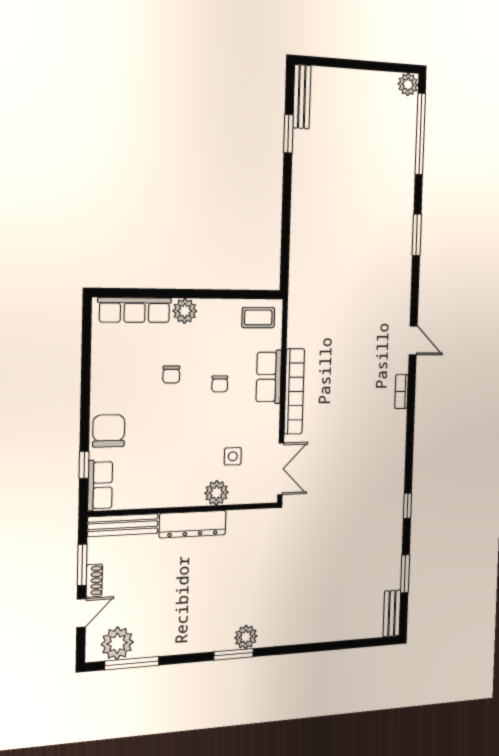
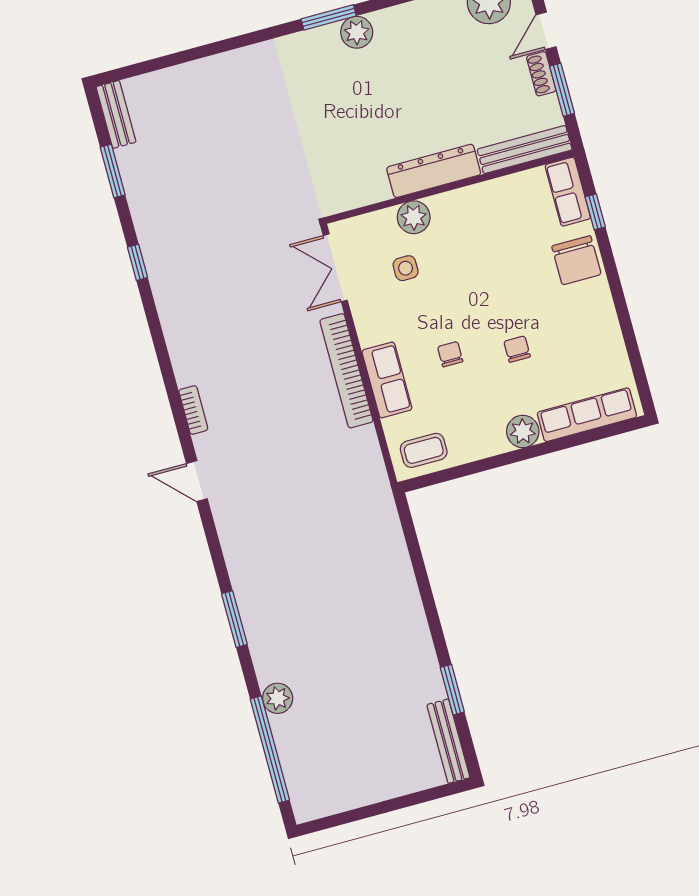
plant: (408, 84) -> (278, 698), moved
plant: (246, 637) -> (357, 32), moved

